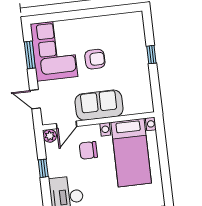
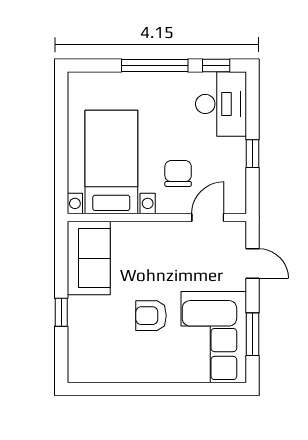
sofa: (99, 105) -> (89, 258), moved, turned -90
plant: (50, 136) -> (236, 203), removed
chair: (88, 150) -> (178, 173), turned -90

